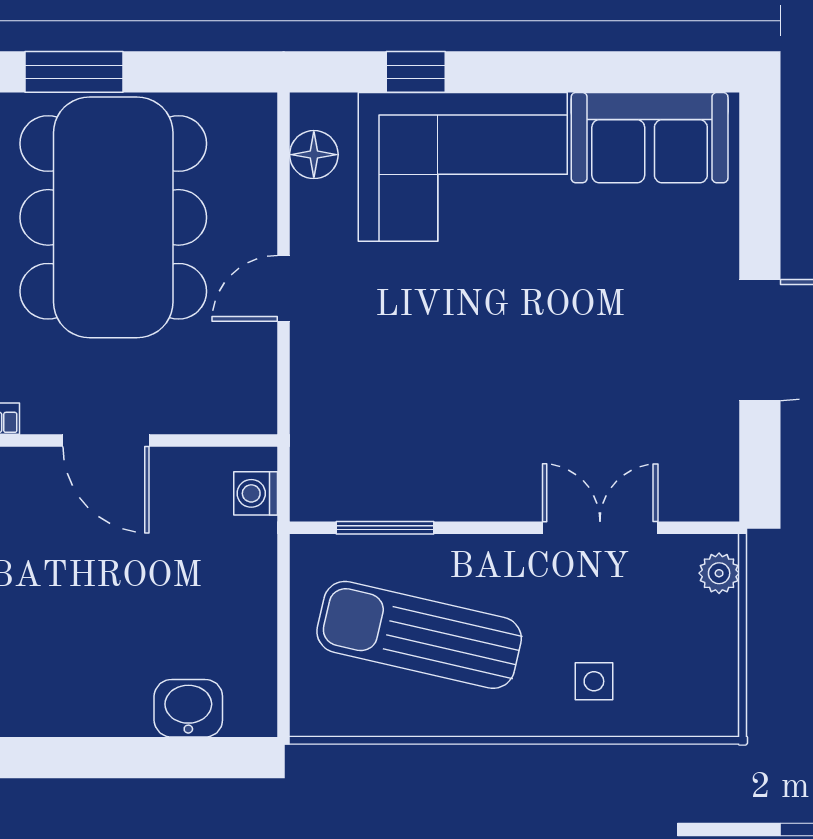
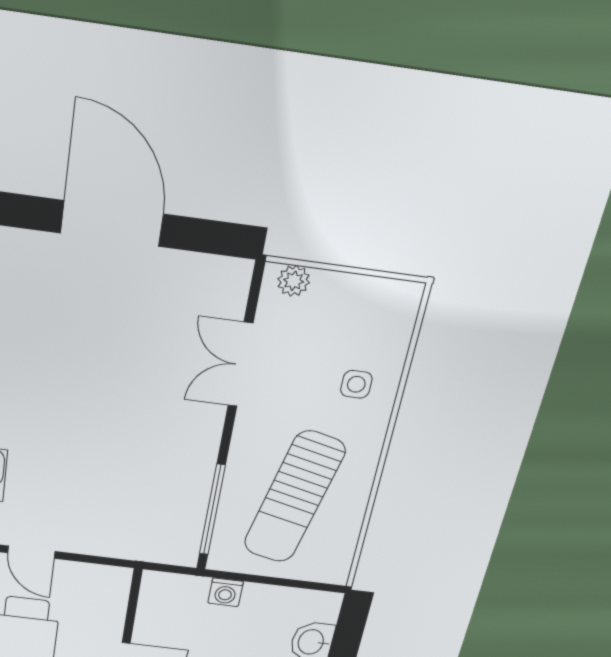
washing machine: (256, 493) -> (226, 592), moved
window: (385, 528) -> (212, 510), width x1.44

